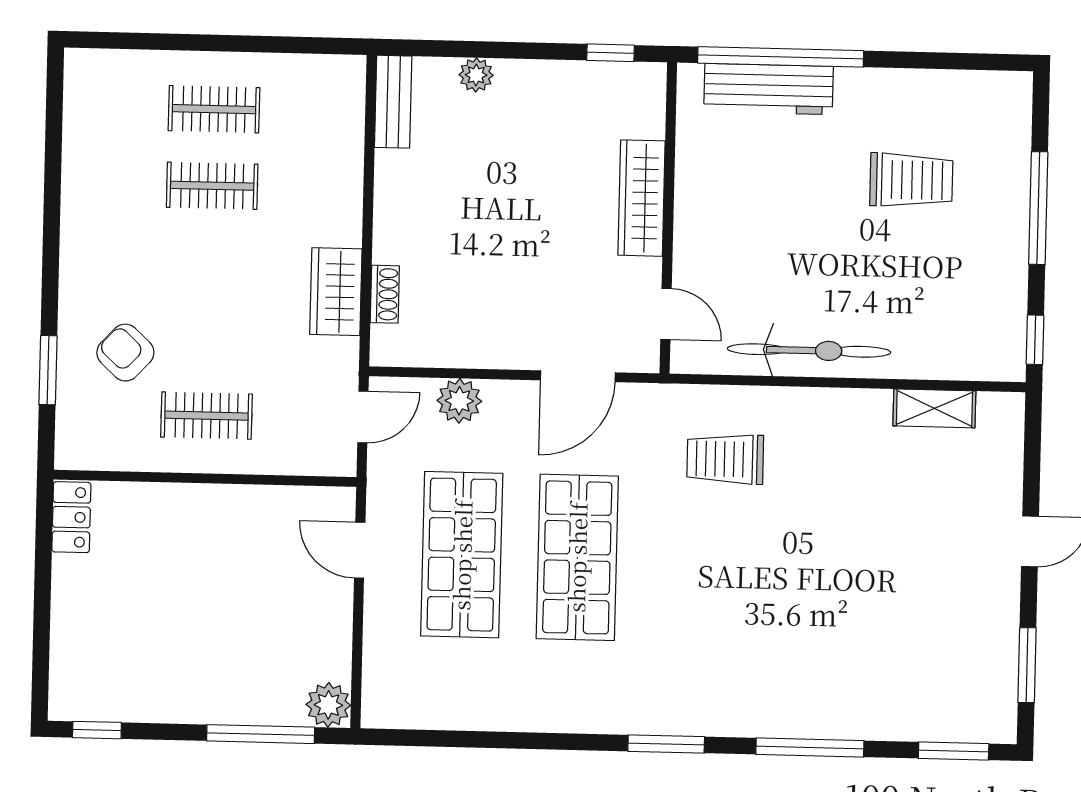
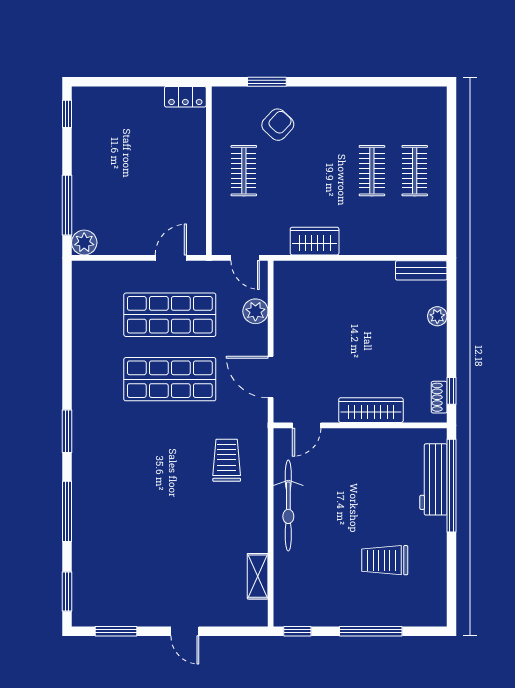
trolley: (911, 180) -> (385, 560), turned 90
shoe rack: (385, 294) -> (439, 397), moved, turned 90

